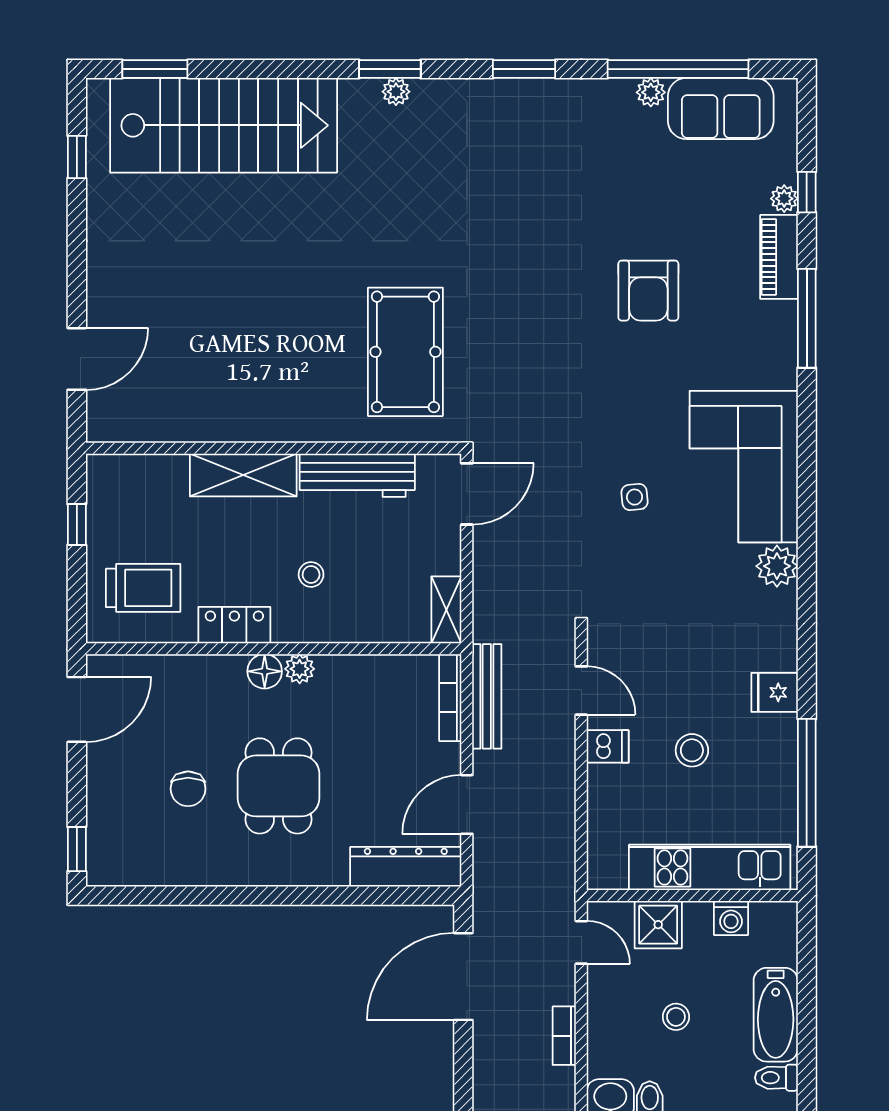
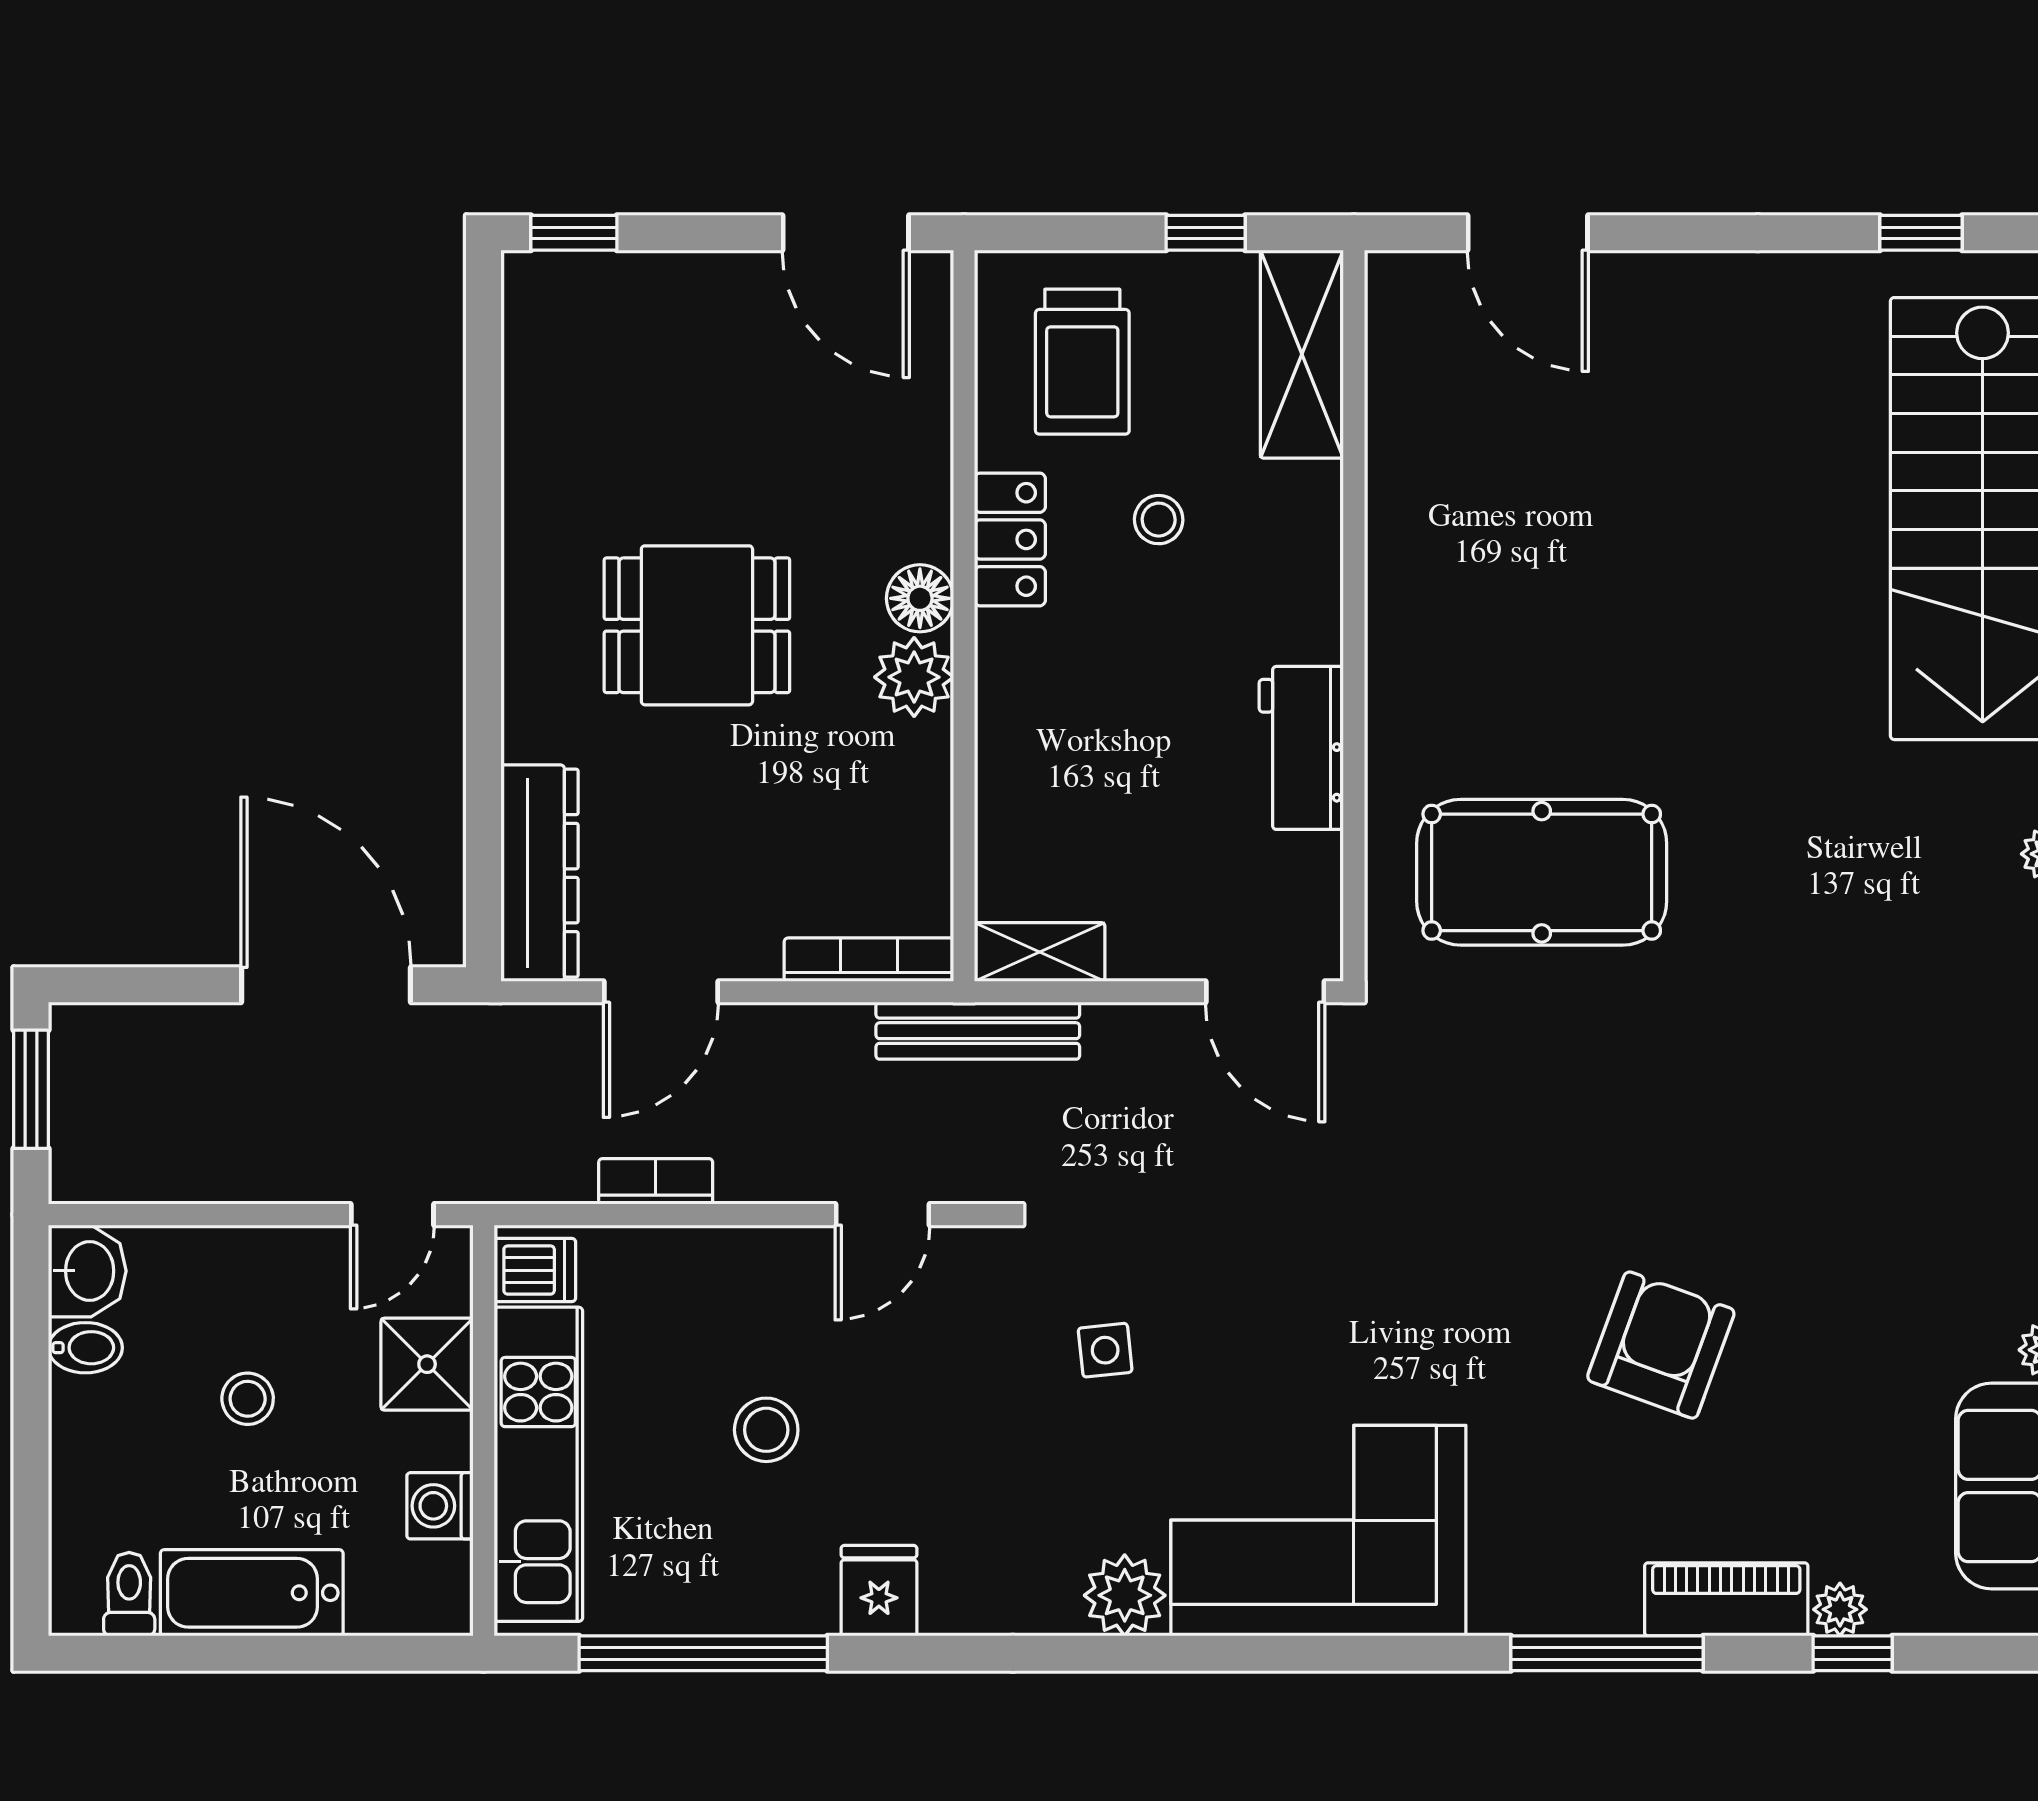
armchair: (648, 291) -> (1661, 1345), turned 110
shelving: (243, 475) -> (1302, 354), moved
workbench: (357, 475) -> (1301, 748), width x0.73
side table: (635, 497) -> (1105, 1350), moved
stool: (311, 574) -> (1159, 520), moved
plant: (300, 669) -> (914, 677), width x1.38, depth x1.38
bench: (487, 696) -> (978, 1031), moved
dishwasher: (608, 746) -> (535, 1270), moved, turned -90
chair: (188, 789) -> (691, 449), removed
door: (467, 804) -> (661, 992), swing flipped
bookcase: (564, 1036) -> (656, 1181), moved

